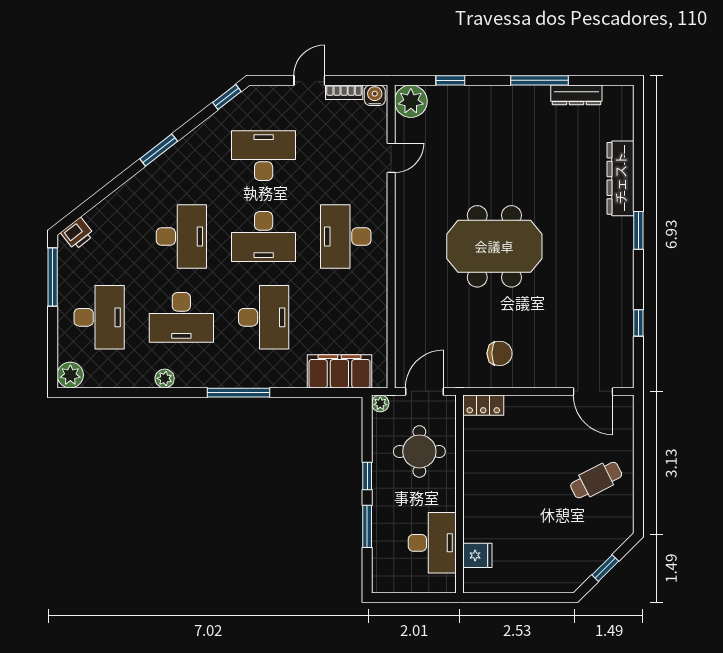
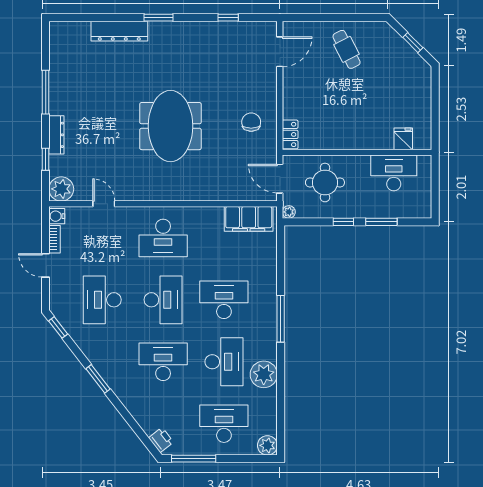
dresser: (576, 95) -> (56, 135), moved
filing cabinet: (339, 371) -> (249, 219), moved, turned -90
plant: (165, 378) -> (264, 374), width x1.87, depth x1.87

